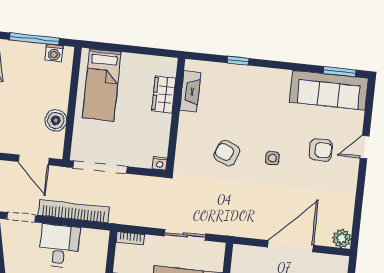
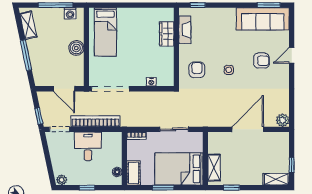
fireplace: (190, 91) -> (185, 30), moved
wardrobe: (164, 95) -> (167, 34), moved
wall: (175, 115) -> (176, 47), moved
boiler: (56, 120) -> (76, 48), moved
armchair: (227, 153) -> (197, 70), turned 69

